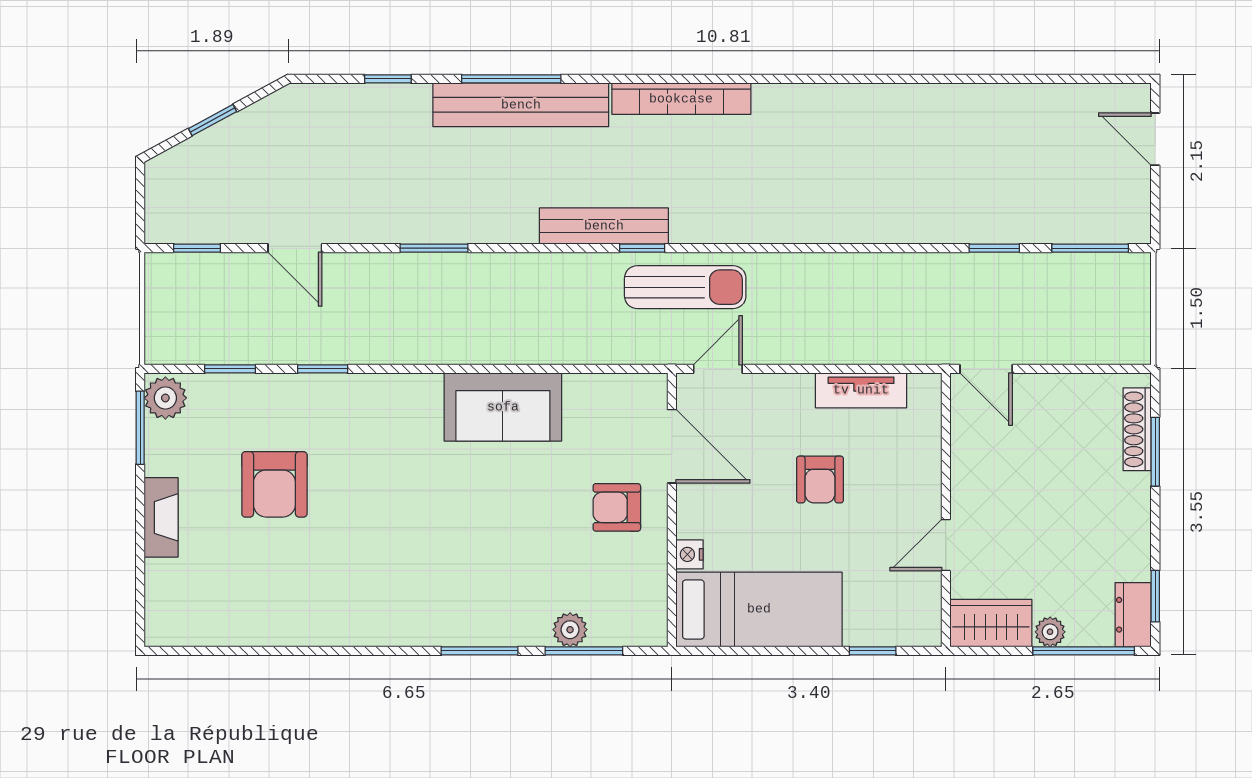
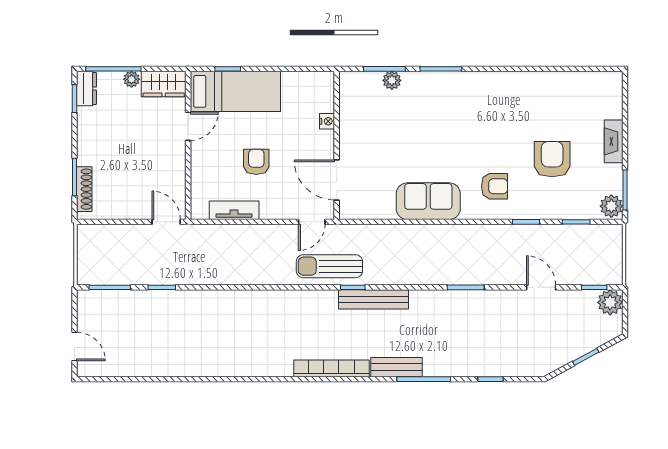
bench: (521, 105) -> (396, 367), width x0.54, depth x0.82
plant: (168, 221) -> (610, 302), added
armchair: (617, 507) -> (495, 186), moved
bed: (759, 609) -> (235, 91), moved, turned 180

